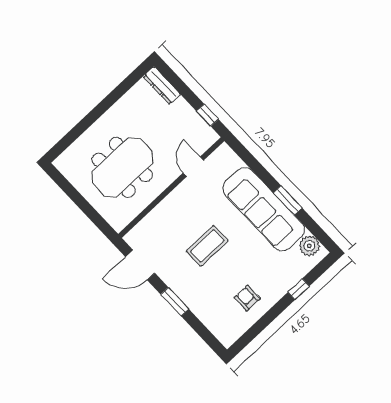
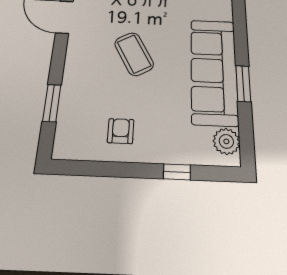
coffee table: (207, 246) -> (134, 54), turned 61
window: (175, 302) -> (52, 103), moved

